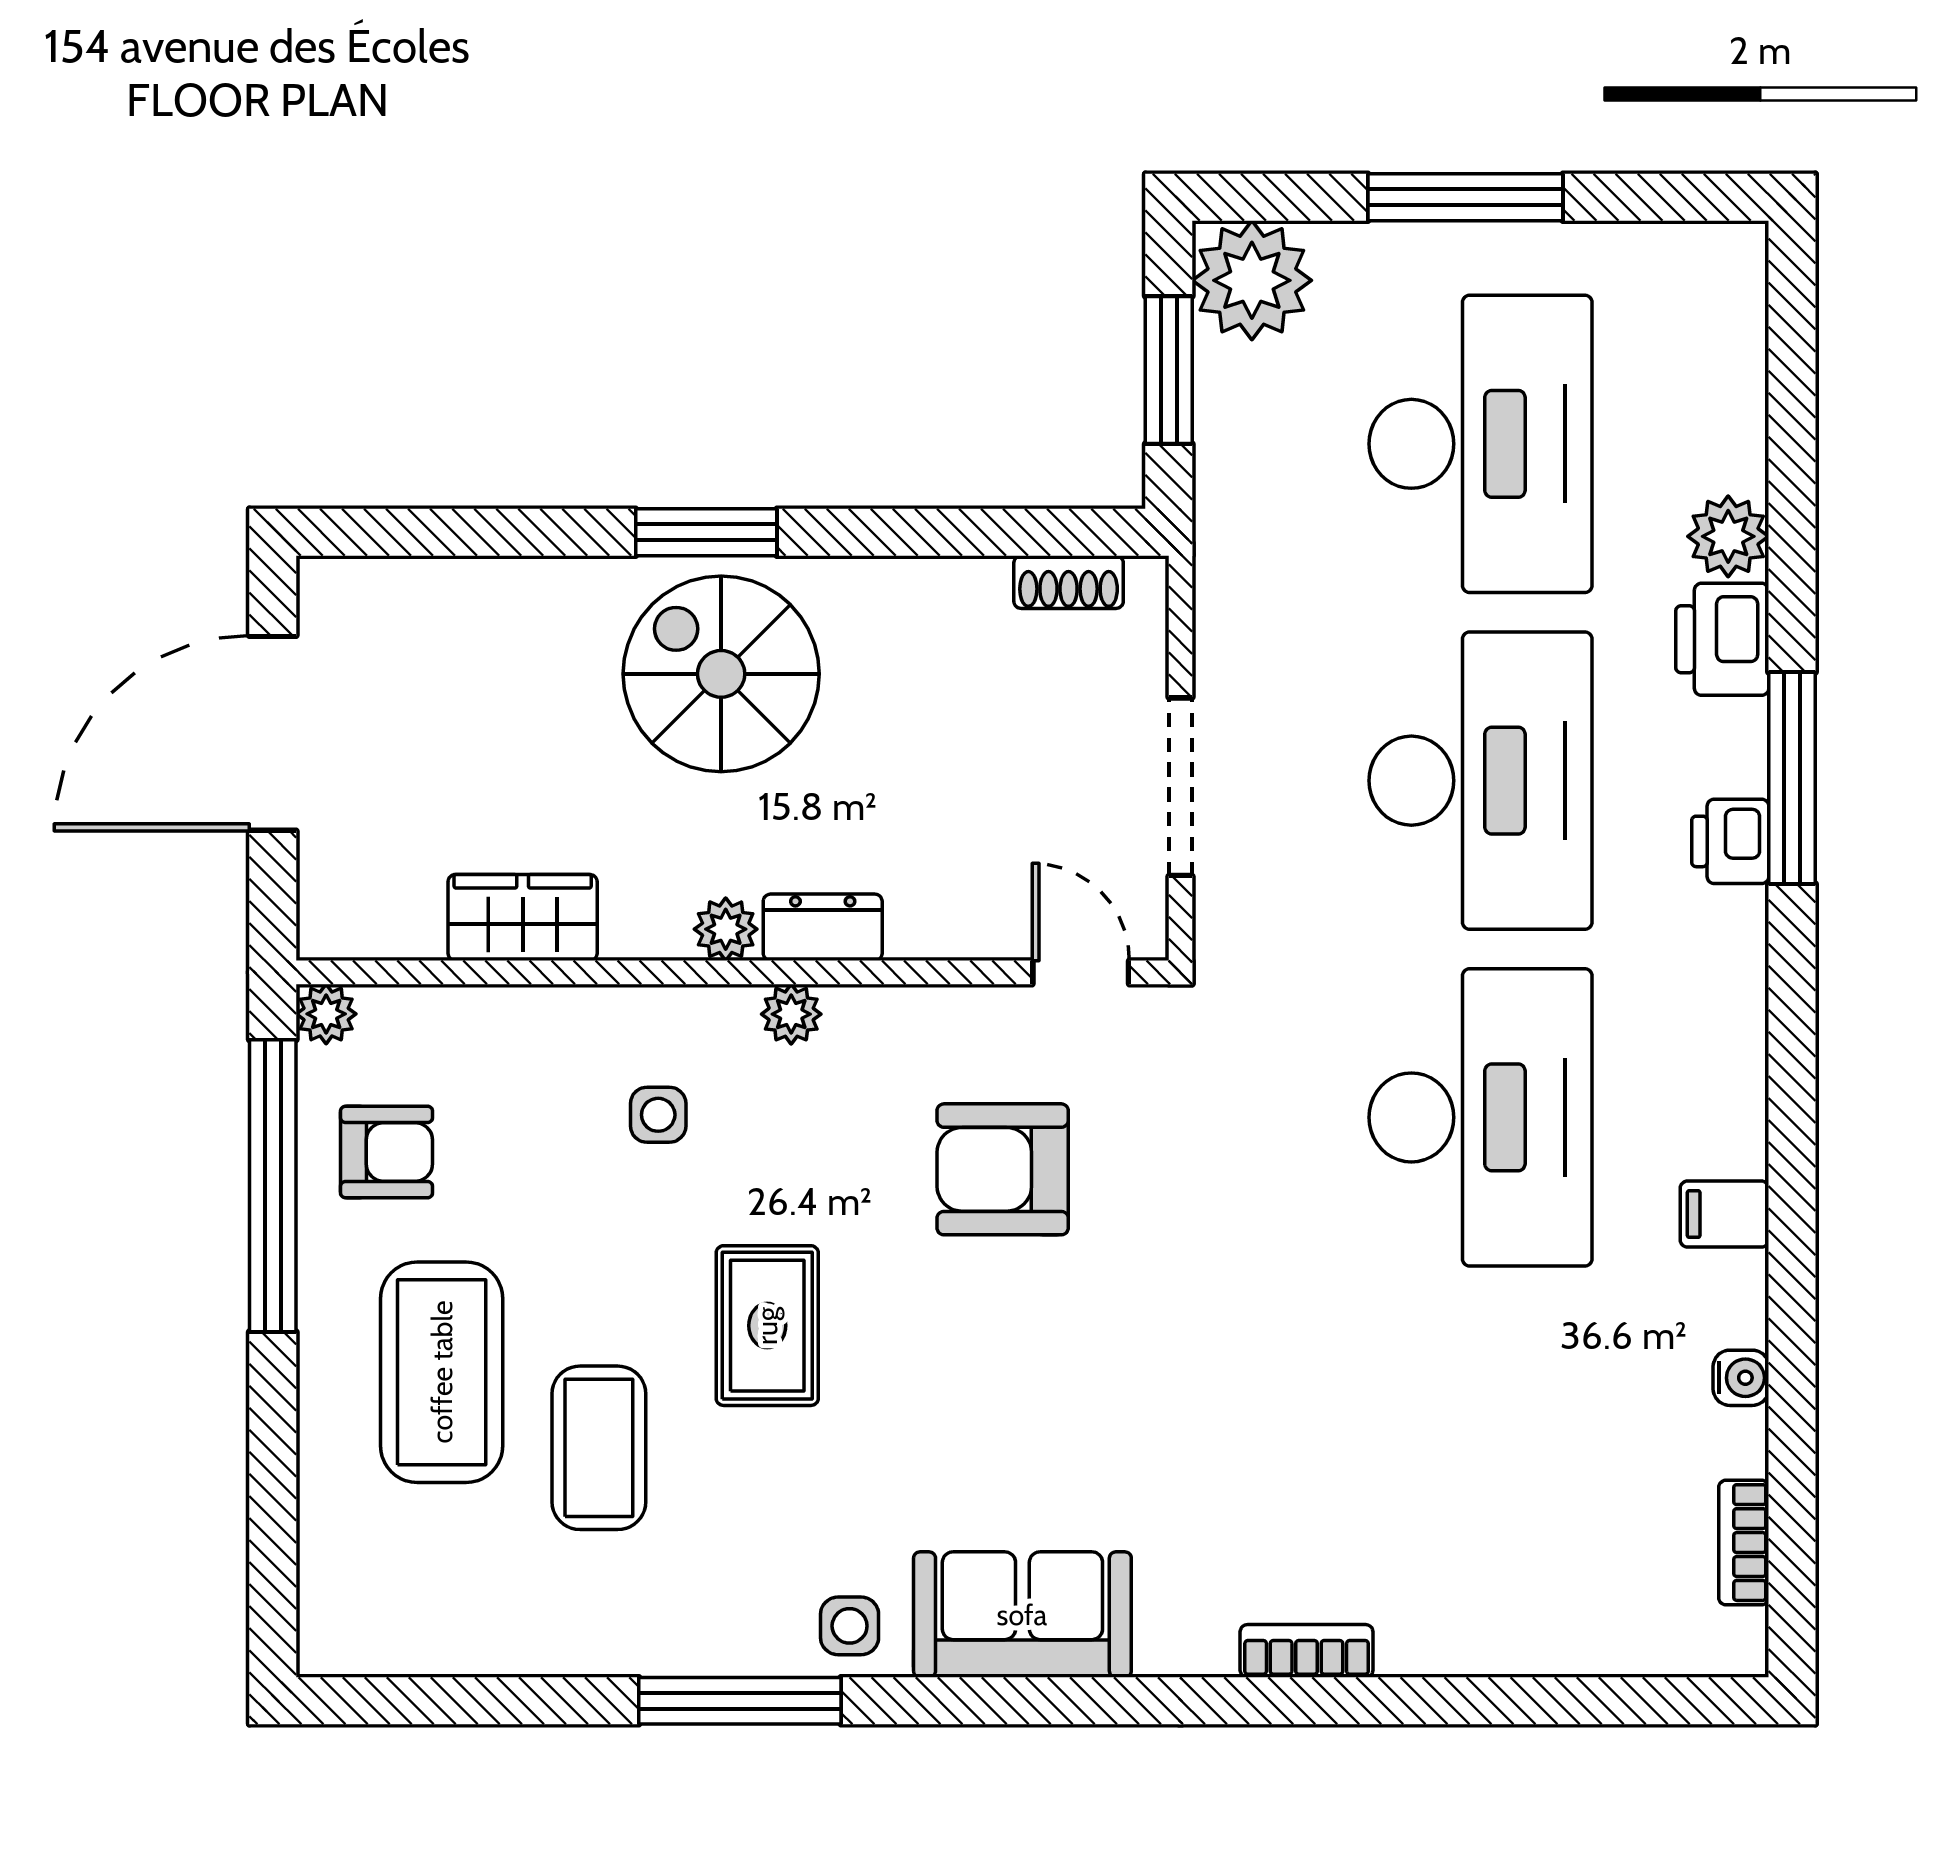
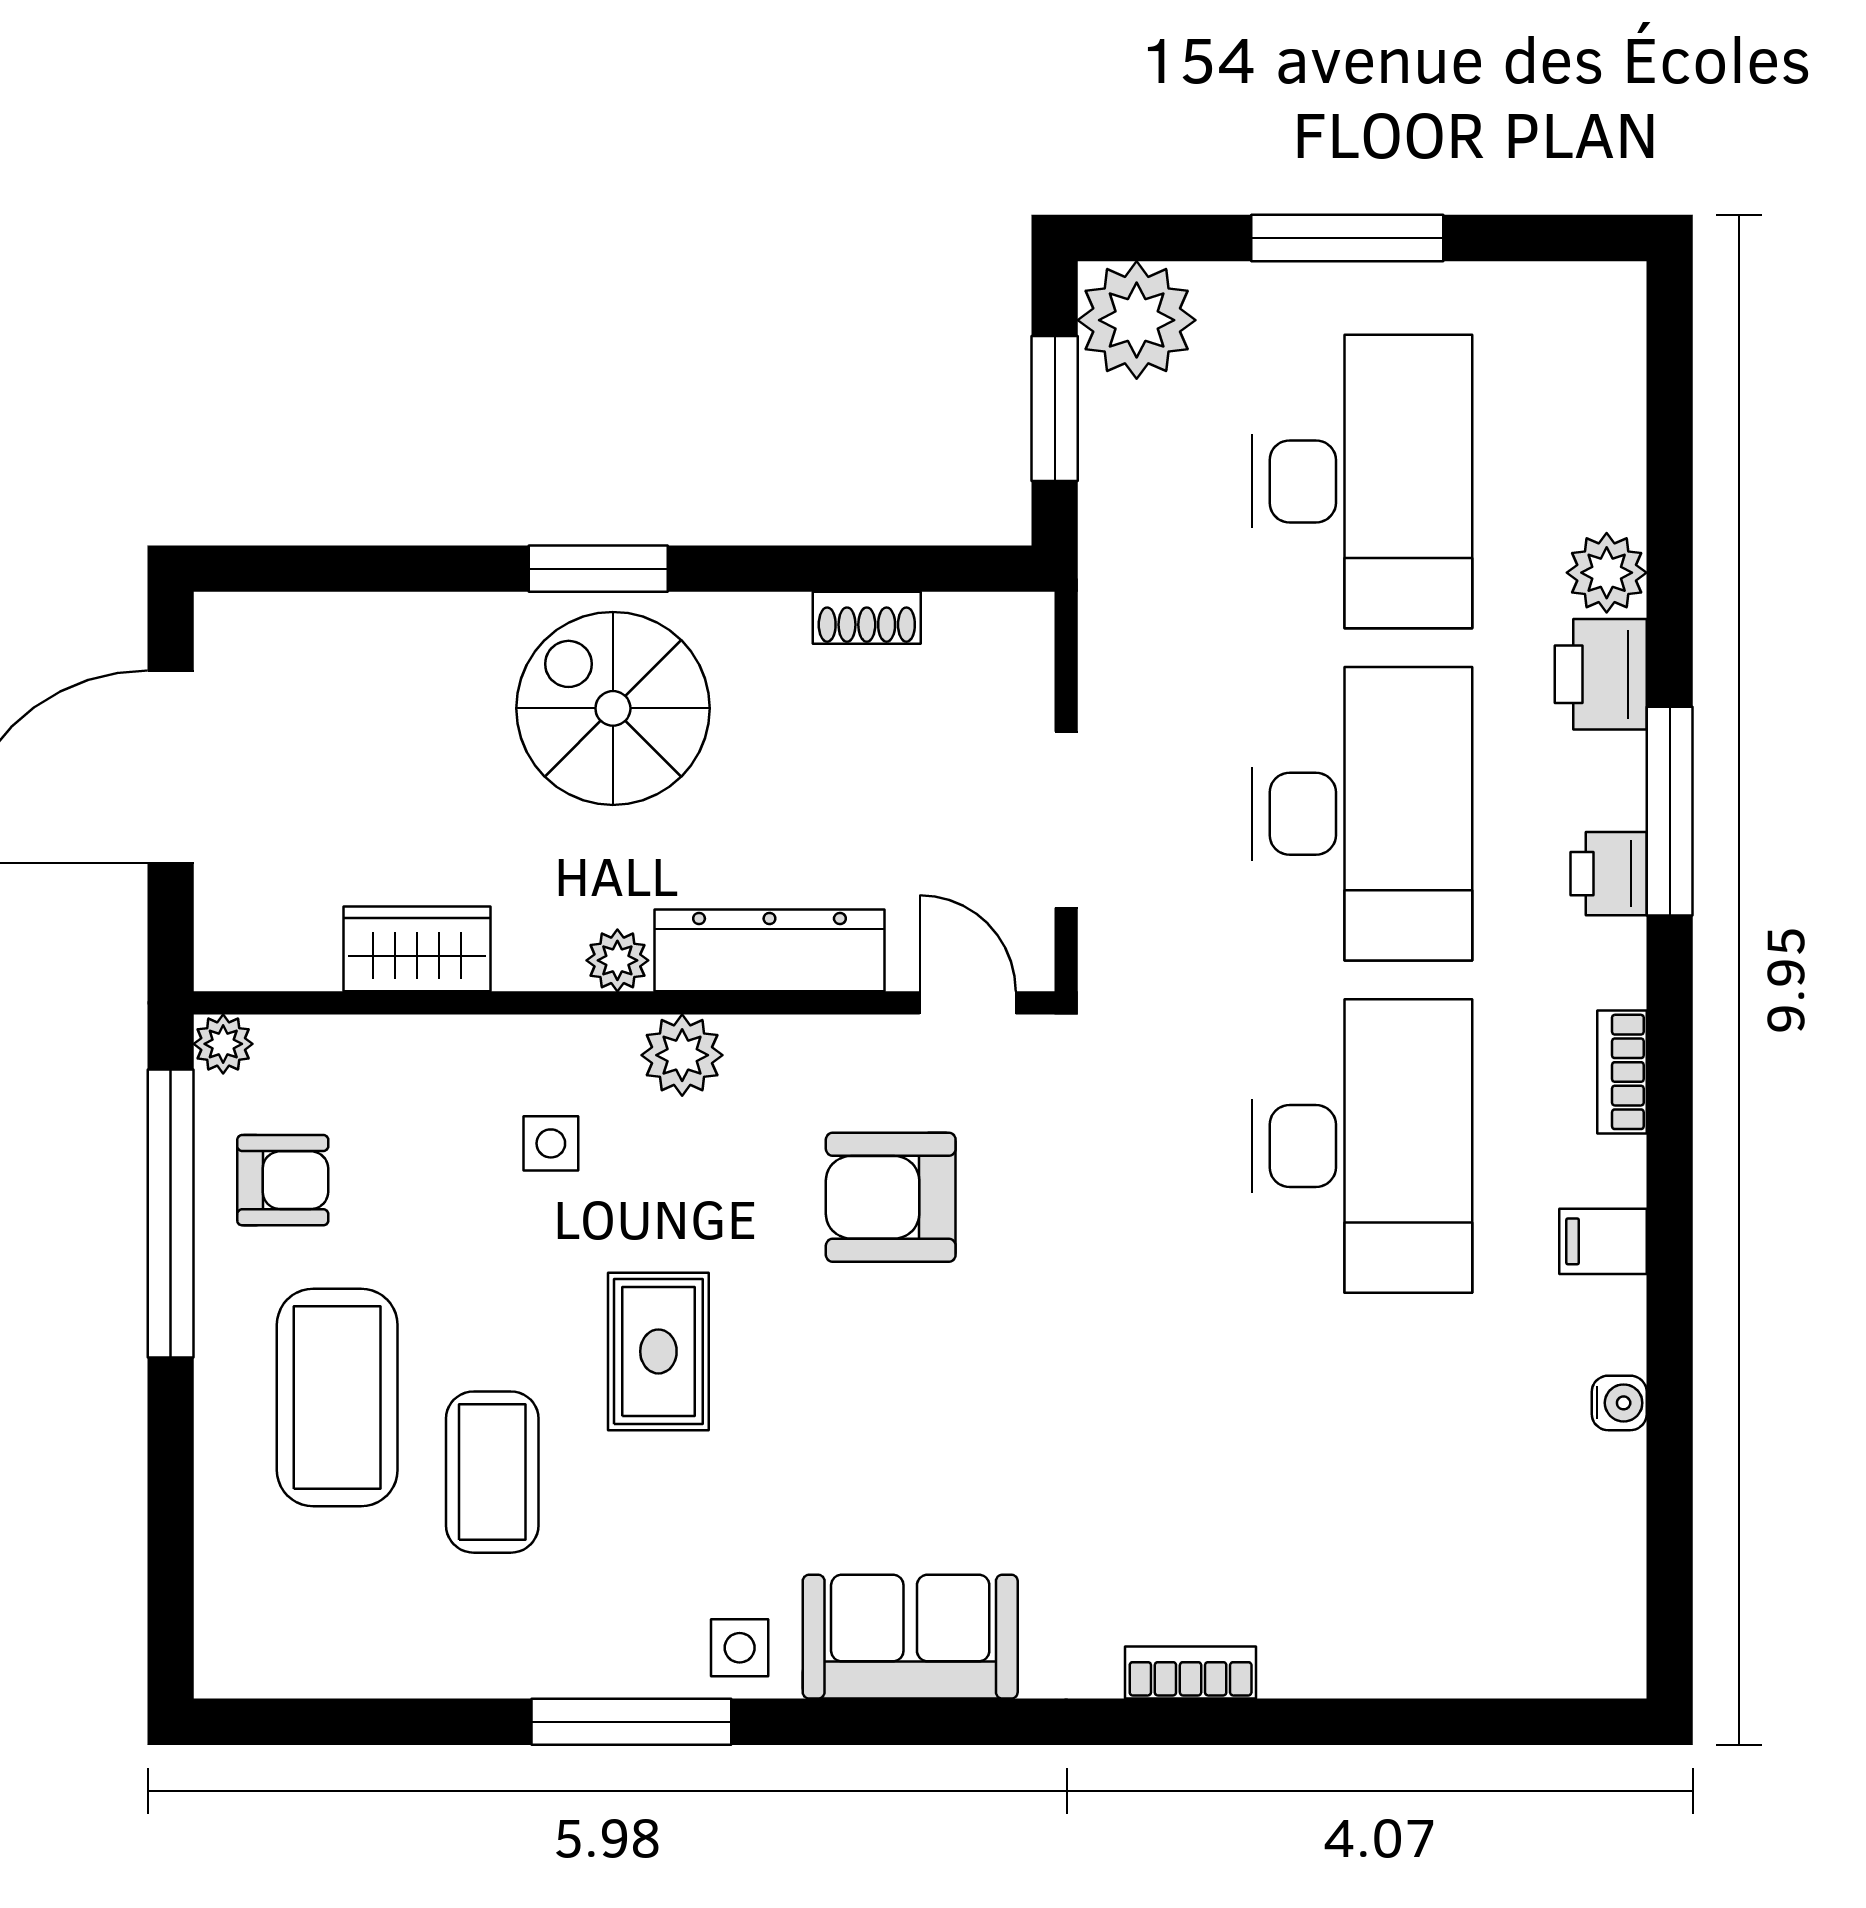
shoe rack: (1069, 582) -> (867, 618), moved
dresser: (823, 927) -> (769, 950), width x1.96, depth x1.24
plant: (791, 1014) -> (682, 1055), width x1.38, depth x1.38
bookcase: (1744, 1543) -> (1622, 1072), moved

